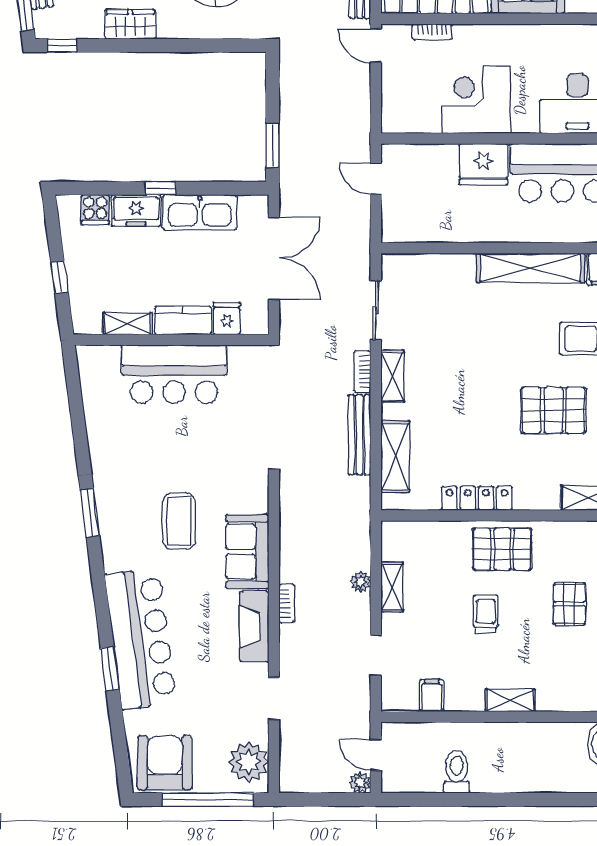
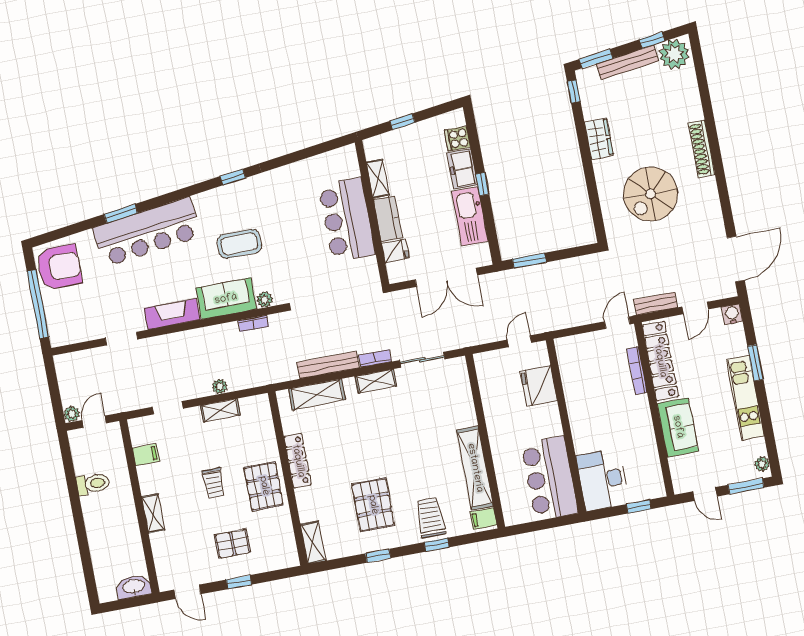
bookcase: (432, 32) -> (637, 371), width x1.56
corner desk: (476, 99) -> (592, 404), removed
fridge: (483, 164) -> (539, 386), moved
window: (90, 513) -> (233, 177), width x0.67
bookcase: (287, 603) -> (253, 324), moved
trolley: (486, 614) -> (213, 483), turned 90
plant: (249, 762) -> (265, 300), moved, width x0.53, depth x0.53

